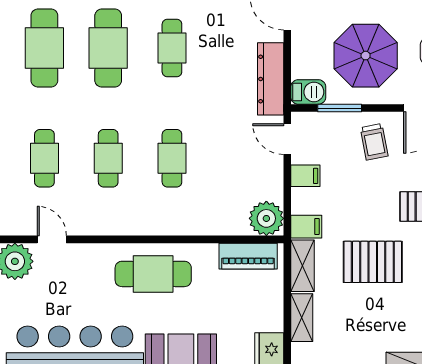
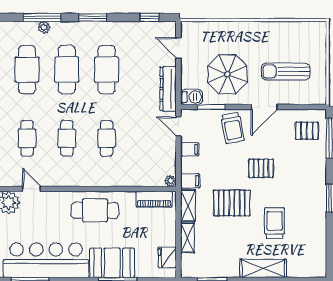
cafe table: (172, 48) -> (107, 70), width x1.37, depth x1.35
trolley: (374, 142) -> (233, 128), width x1.36, depth x1.39
plant: (266, 218) -> (170, 181), width x0.53, depth x0.53

